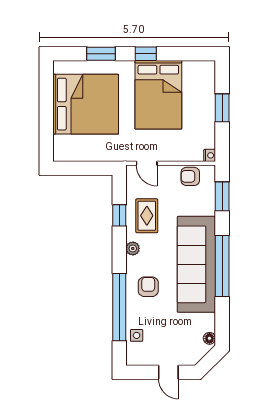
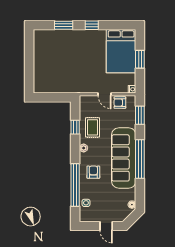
bed: (158, 95) -> (121, 51), moved
bed: (86, 104) -> (54, 57), removed
door: (147, 163) -> (105, 94), moved

